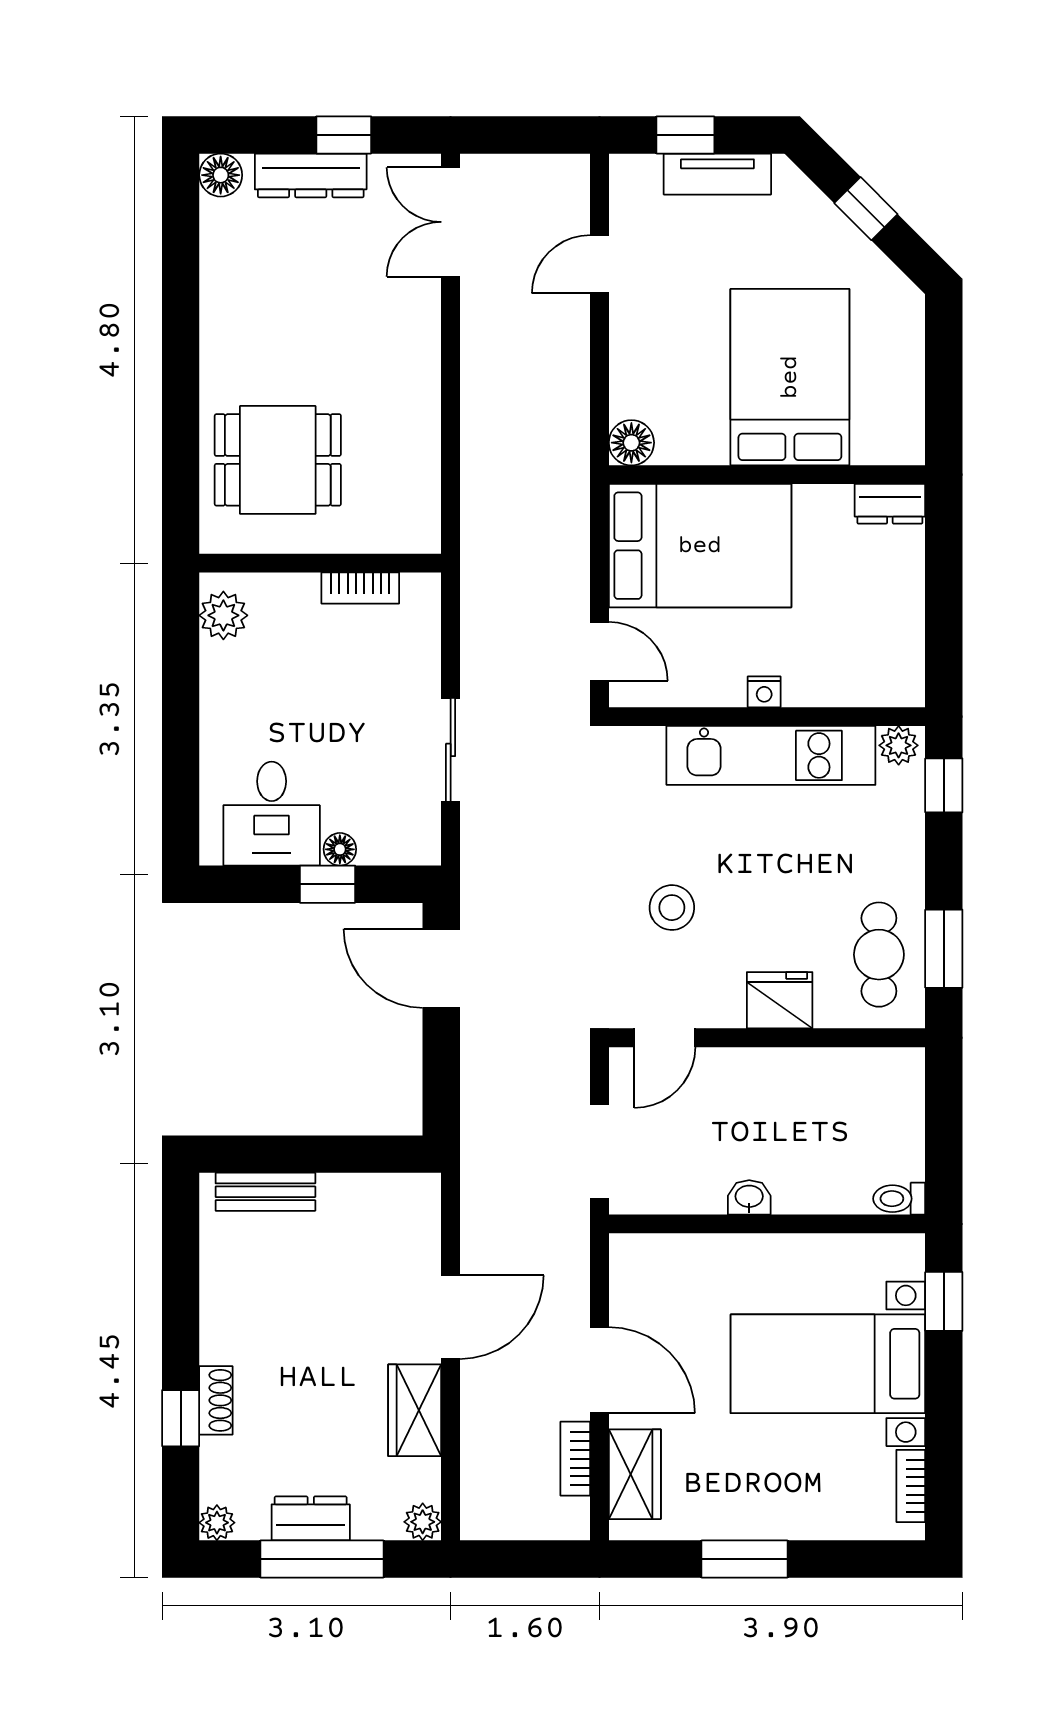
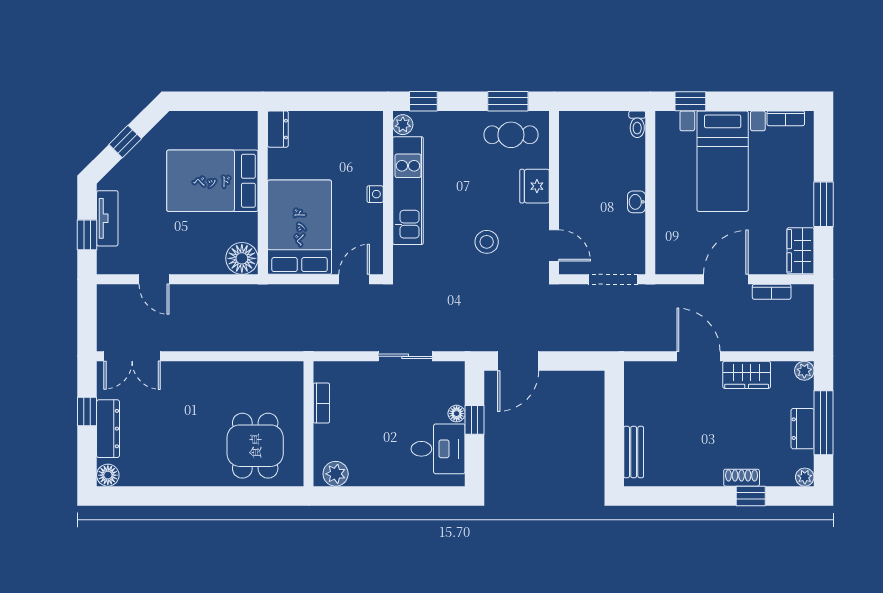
floor lamp: (631, 443) -> (242, 258), width x1.38, depth x1.38
wardrobe: (635, 1474) -> (800, 251), moved, turned -90

